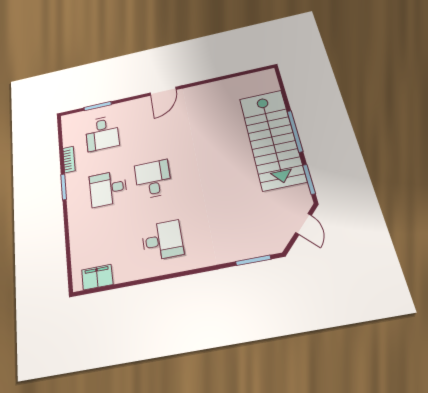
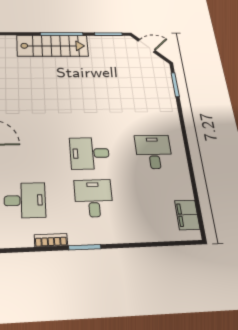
stairs: (272, 139) -> (53, 46), width x0.73, depth x0.66
desk: (108, 188) -> (94, 198), turned 180

